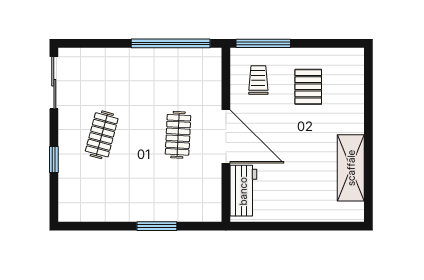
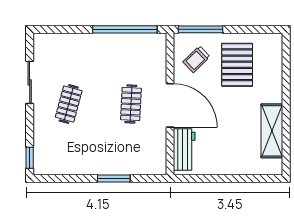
trolley: (258, 80) -> (196, 59), turned -134
sliding door: (54, 83) -> (30, 82), moved
pallet: (308, 87) -> (237, 65), width x1.50, depth x1.42
window: (54, 160) -> (30, 158), moved

